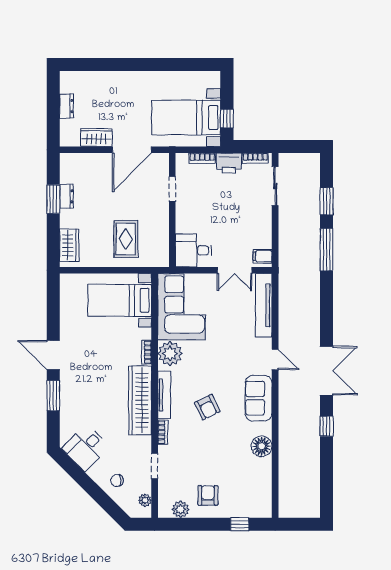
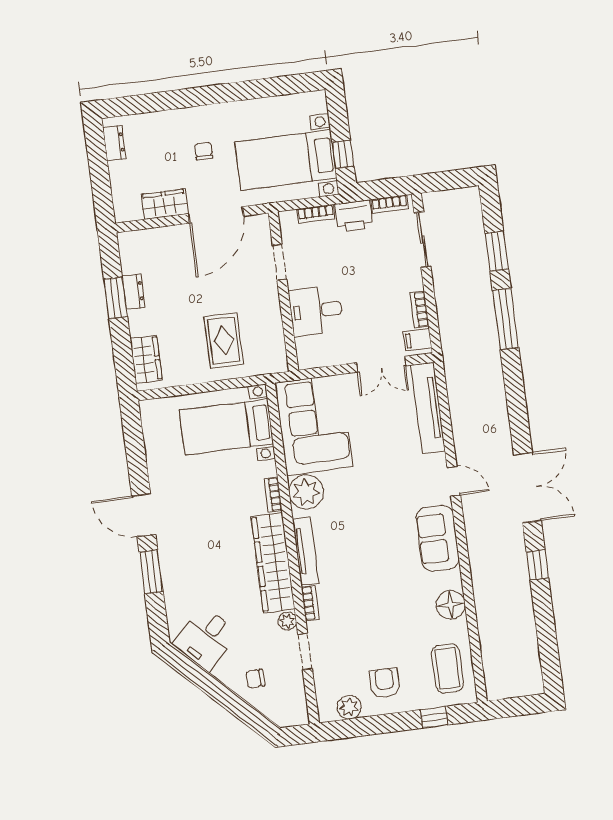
chair: (129, 103) -> (204, 151), added
dresser: (67, 106) -> (114, 143), moved
bookcase: (267, 235) -> (420, 309), added
desk: (193, 250) -> (316, 311), moved
armchair: (207, 407) -> (368, 560), removed
coffee table: (254, 491) -> (448, 668), added
plant: (145, 500) -> (287, 621), moved

